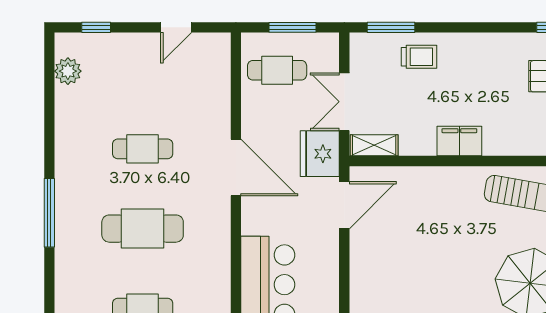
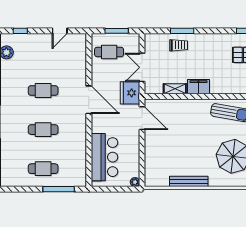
window: (391, 27) -> (182, 31), moved
shelving: (374, 145) -> (175, 89), moved
door: (344, 205) -> (142, 118), hinge flipped
cafe table: (143, 229) -> (43, 130), width x0.73, depth x0.74

